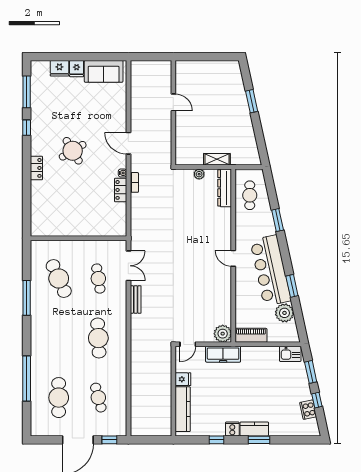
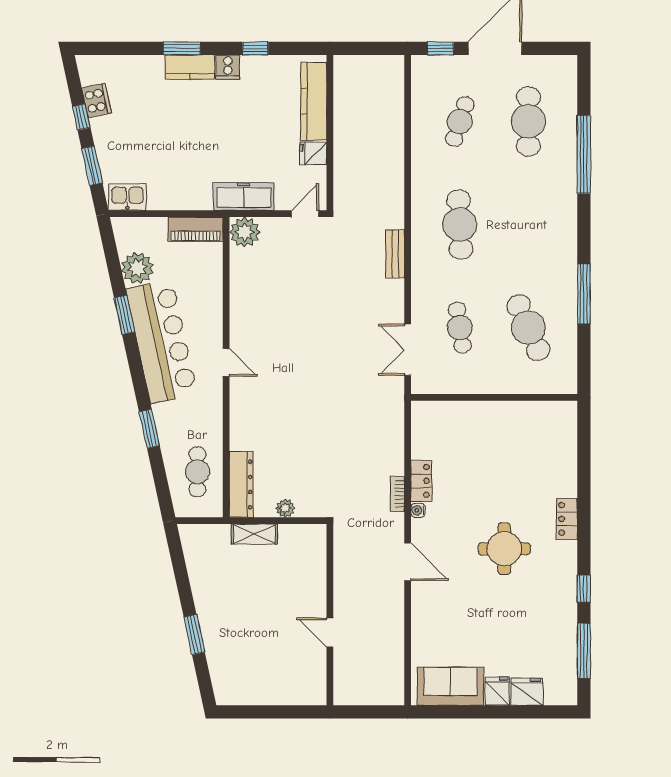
round table: (73, 151) -> (504, 549), turned 31
bench: (136, 299) -> (395, 254), moved
cafe table: (98, 398) -> (460, 121), turned 33

